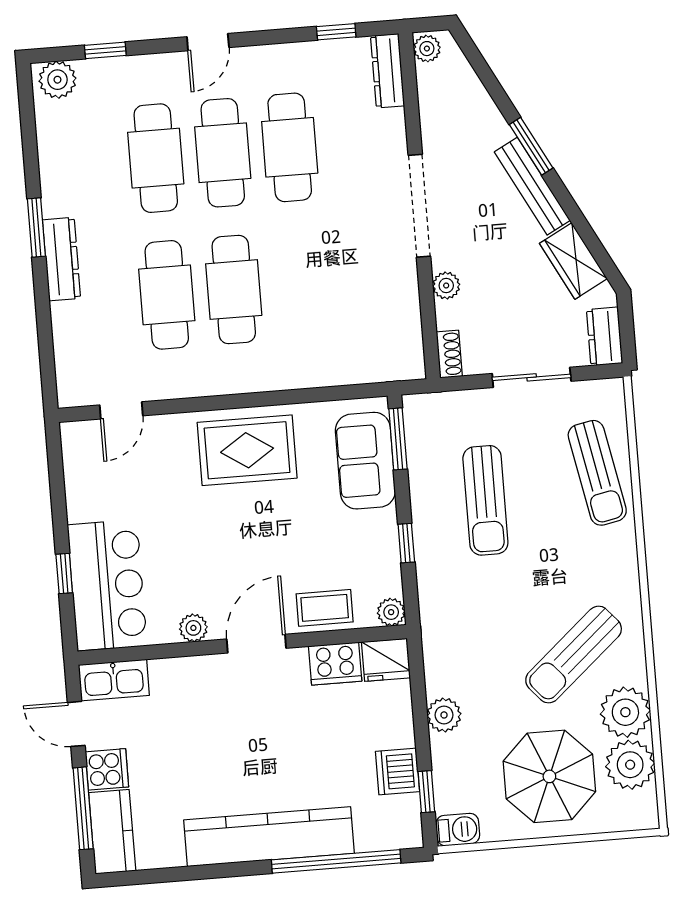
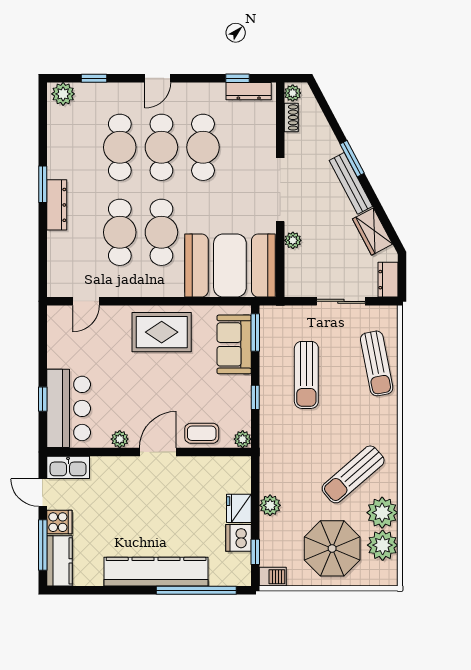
dresser: (388, 71) -> (249, 91), moved, turned -90
booth: (348, 334) -> (230, 265), added
shoe rack: (449, 354) -> (291, 117), moved
fridge: (386, 660) -> (239, 508), moved, turned 90
cooker: (335, 664) -> (205, 468), removed

